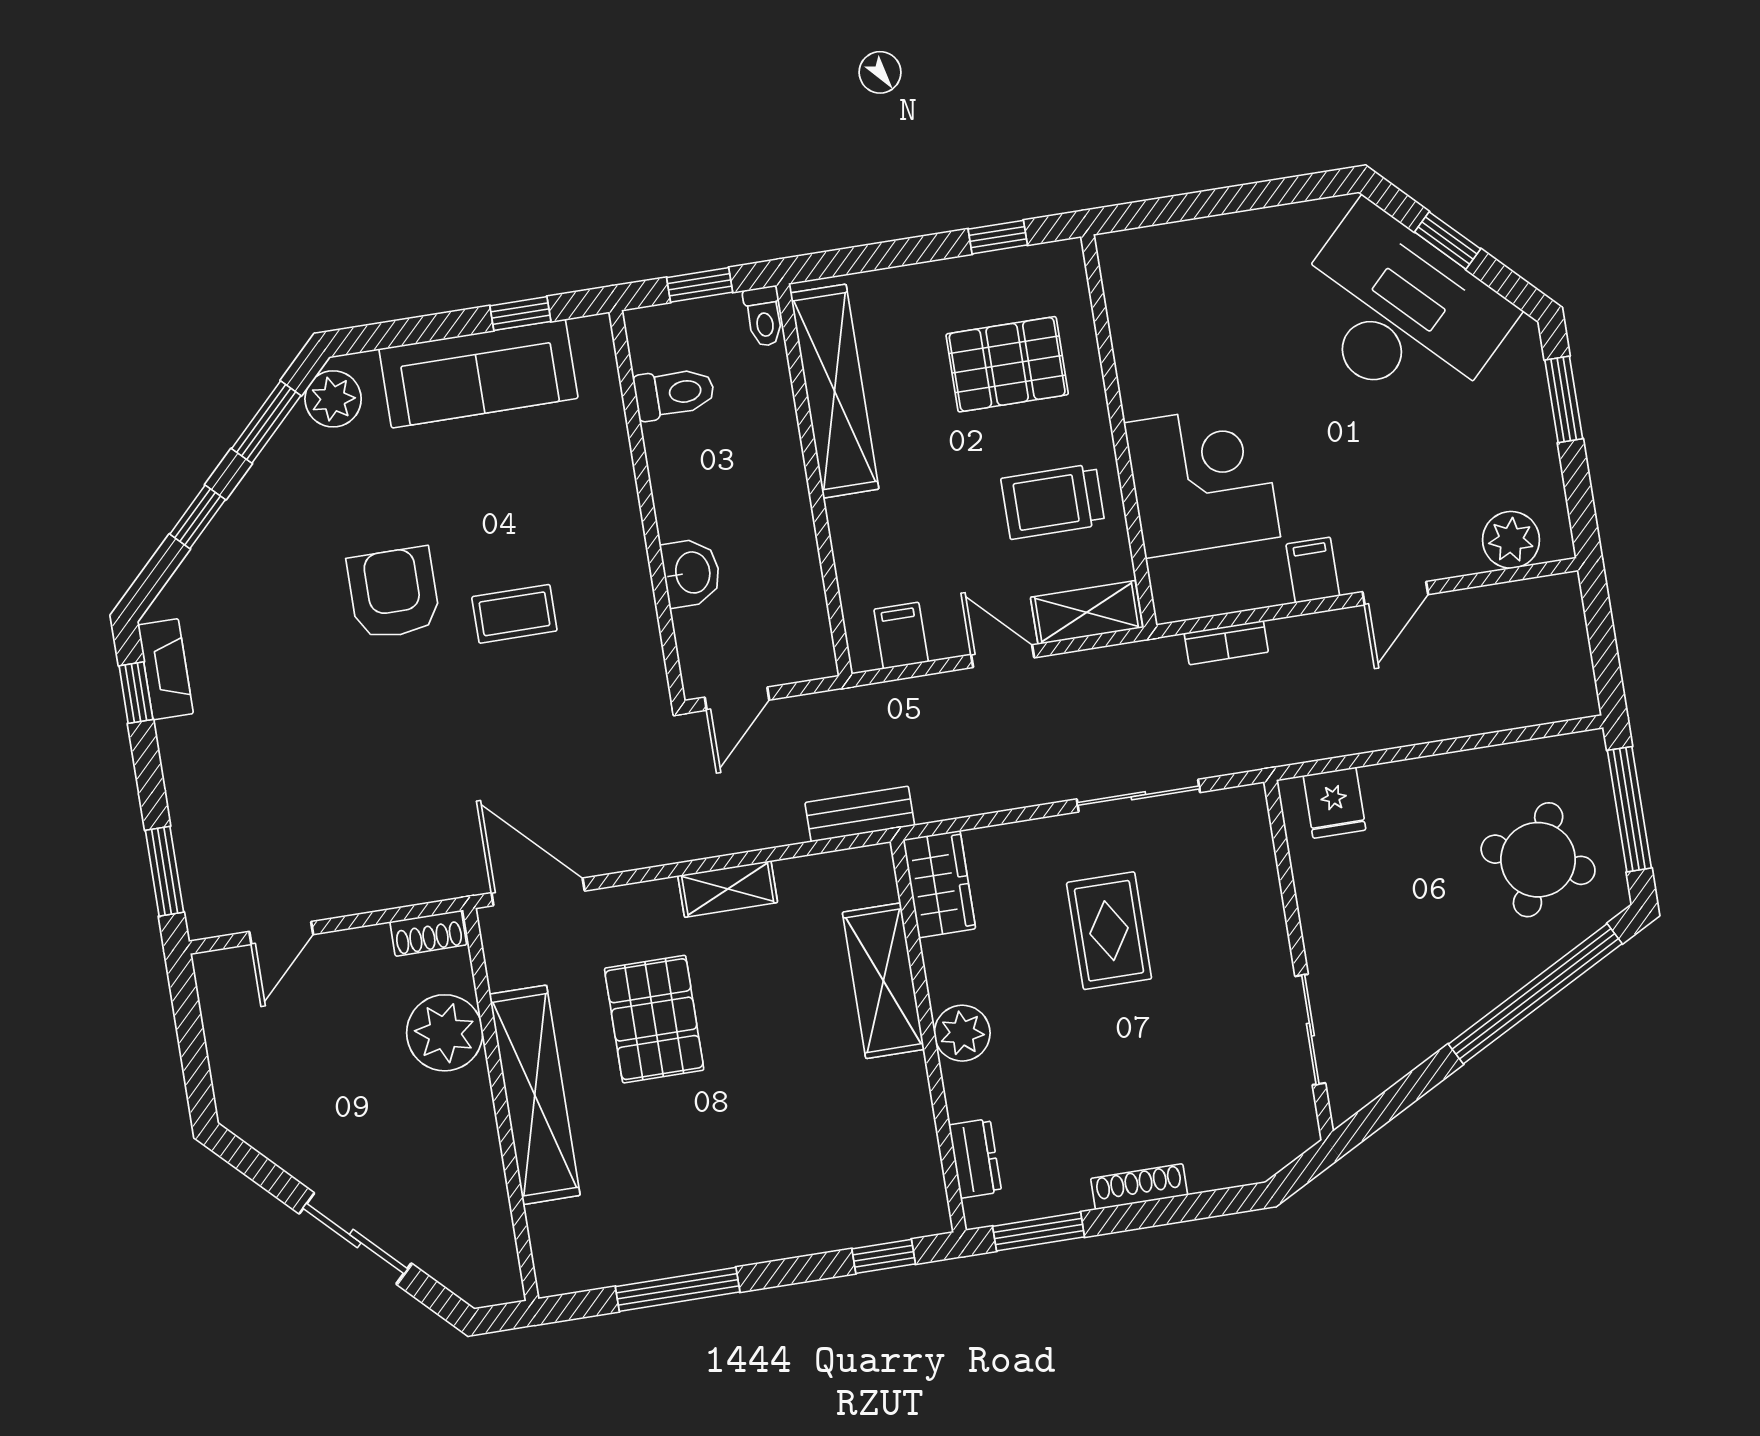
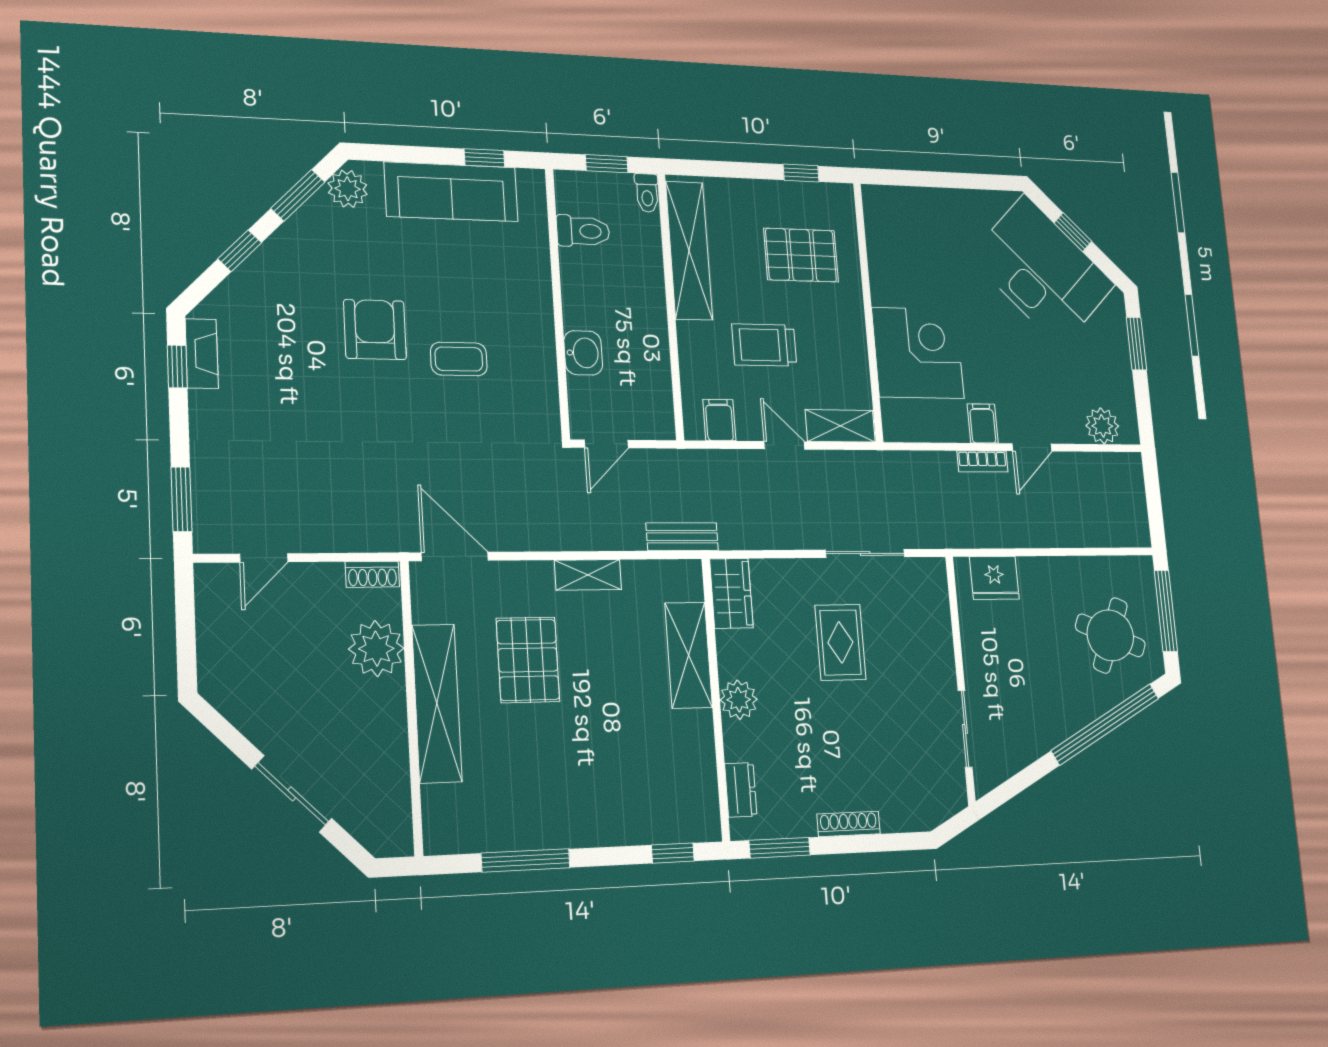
trolley: (1053, 501) -> (764, 345), moved
bookcase: (1226, 643) -> (982, 461), moved
fridge: (1334, 803) -> (994, 578), width x1.38

